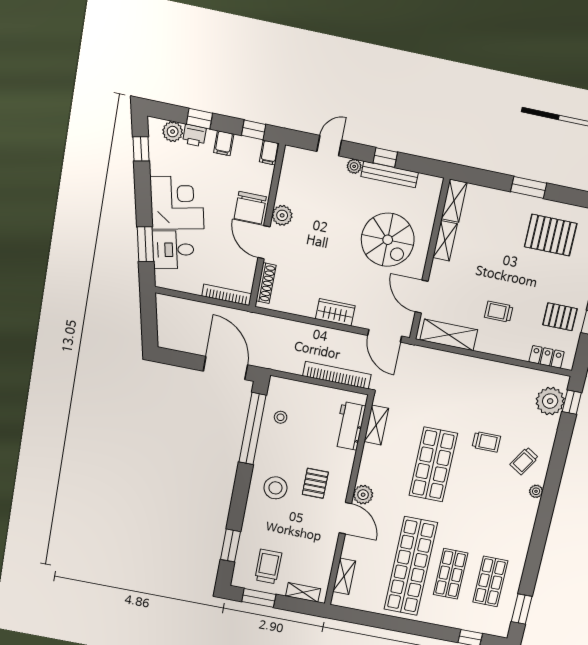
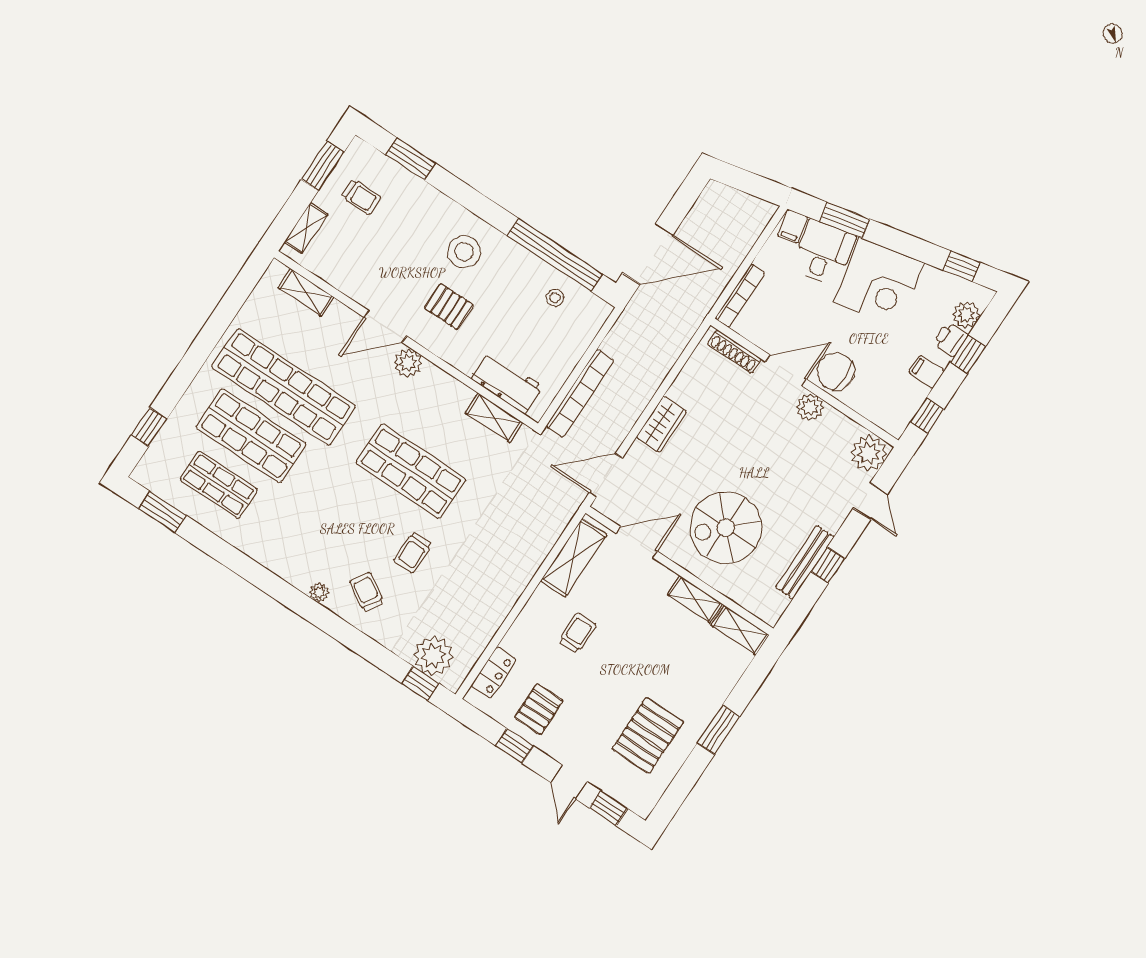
filing cabinet: (269, 153) -> (792, 226), moved, turned -102
plant: (354, 166) -> (869, 453), moved, width x1.87, depth x1.87
trolley: (268, 566) -> (361, 197), width x0.73, depth x0.72
shop shelf: (451, 574) -> (251, 436), width x1.43, depth x1.36

